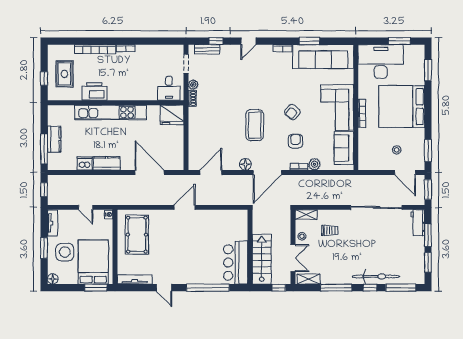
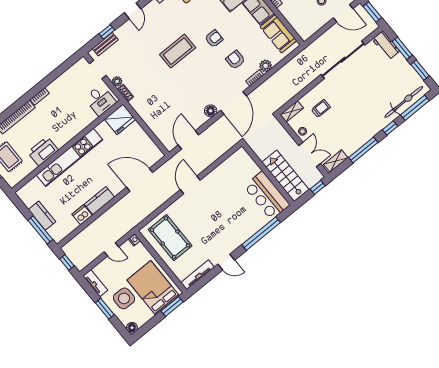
armchair: (292, 112) -> (214, 39), turned -130
coffee table: (255, 125) -> (178, 51), moved, turned 90
bicycle: (376, 276) -> (404, 102), moved

